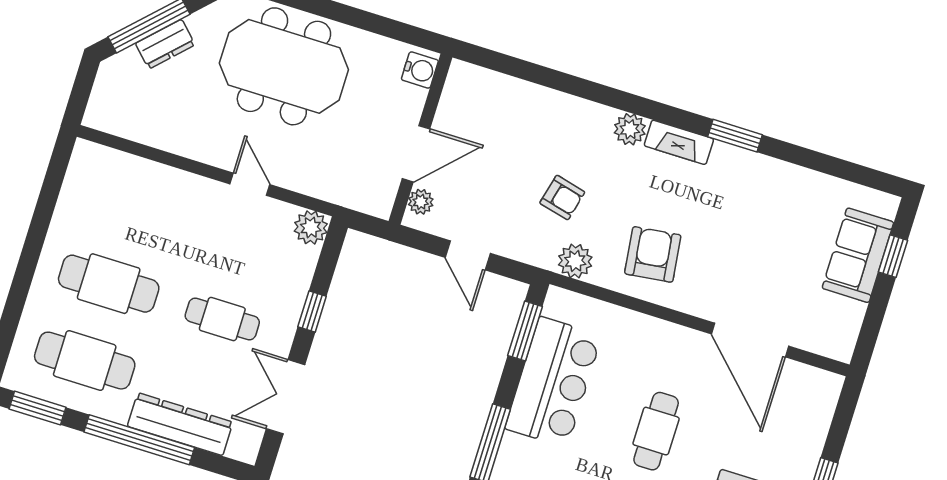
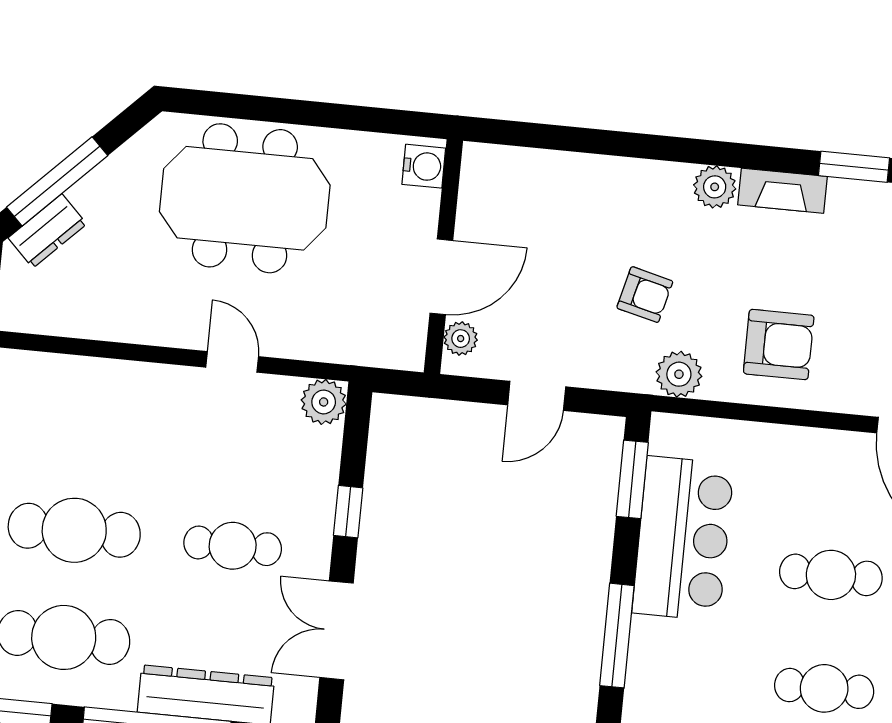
dresser: (165, 44) -> (47, 231), moved
armchair: (653, 254) -> (779, 345), turned 97
door: (468, 255) -> (537, 396), hinge flipped
cafe table: (656, 431) -> (831, 575), turned 90

